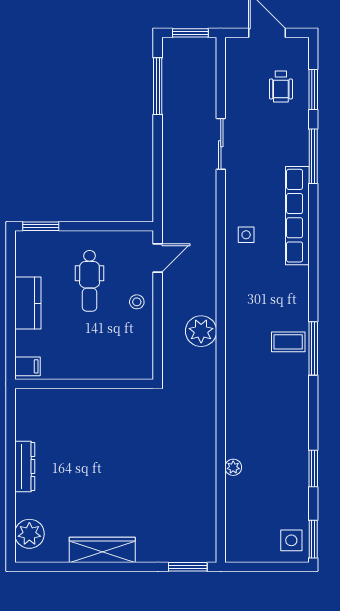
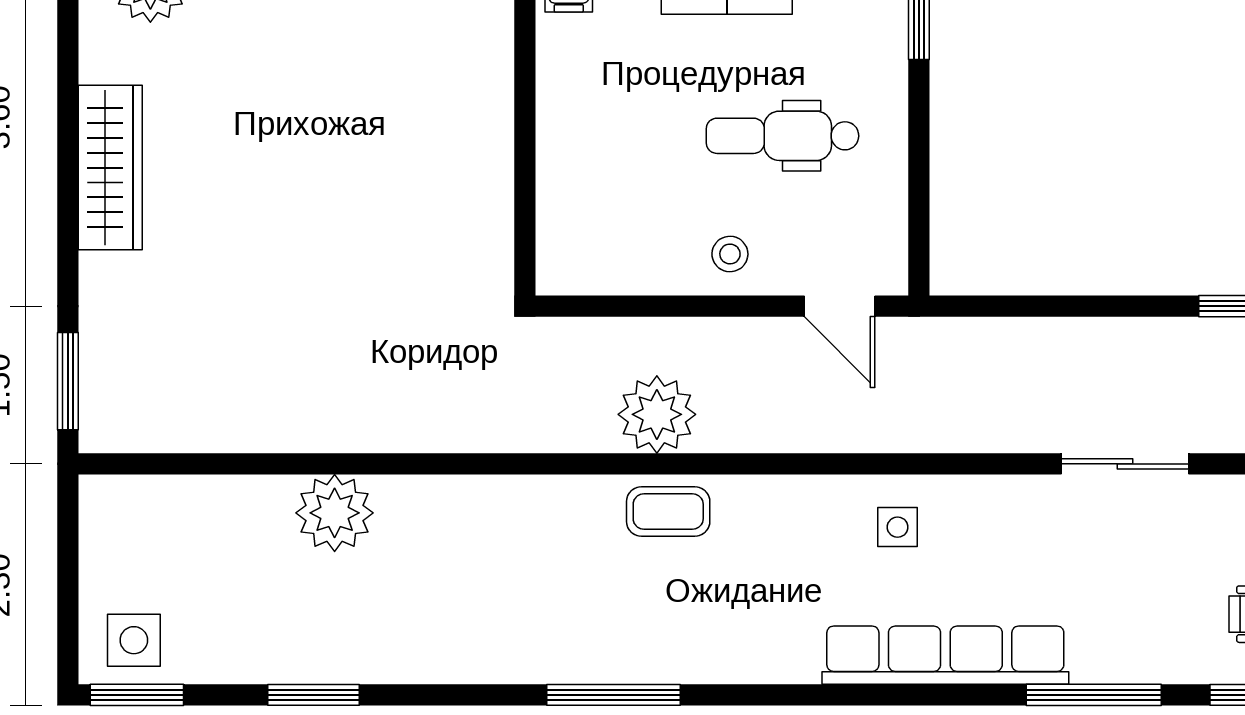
coffee table: (288, 342) -> (668, 511), moved, turned 90
plant: (233, 467) -> (335, 513), width x1.88, depth x1.88

